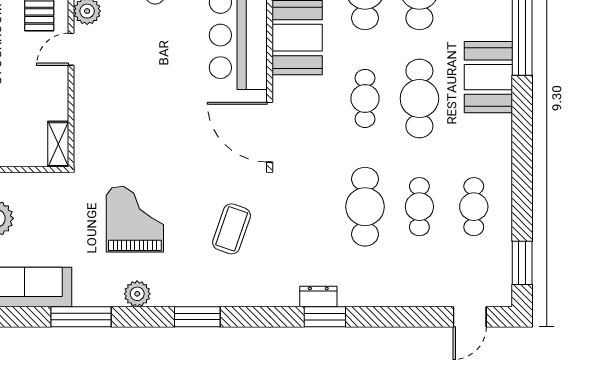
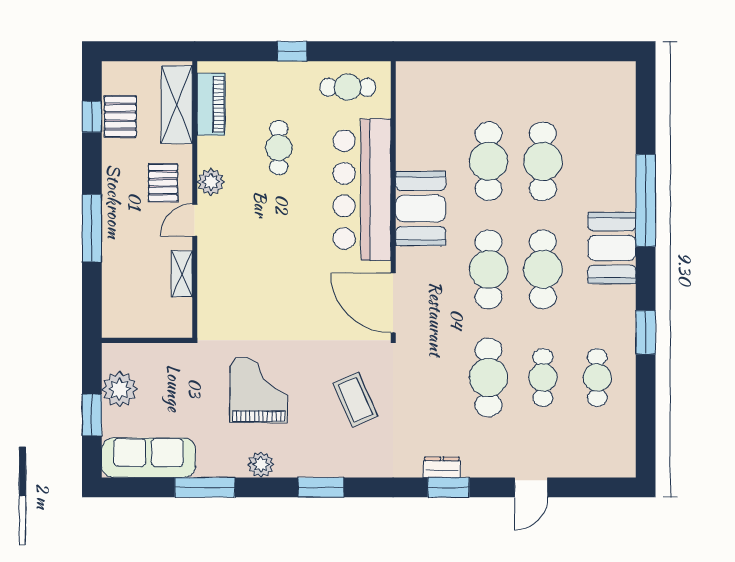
cafe table: (365, 98) -> (489, 269), width x1.37, depth x1.35
shelving: (58, 144) -> (182, 274), moved
coffee table: (232, 229) -> (355, 400), turned -43
window: (522, 263) -> (646, 332), moved
door: (470, 317) -> (531, 487), moved

